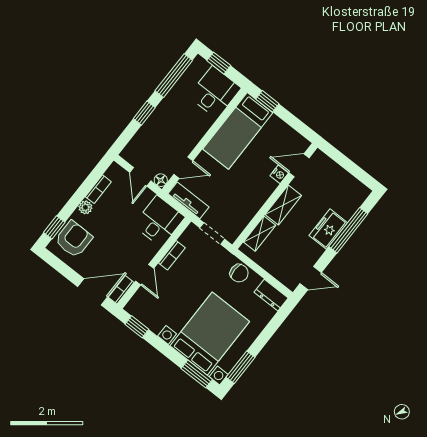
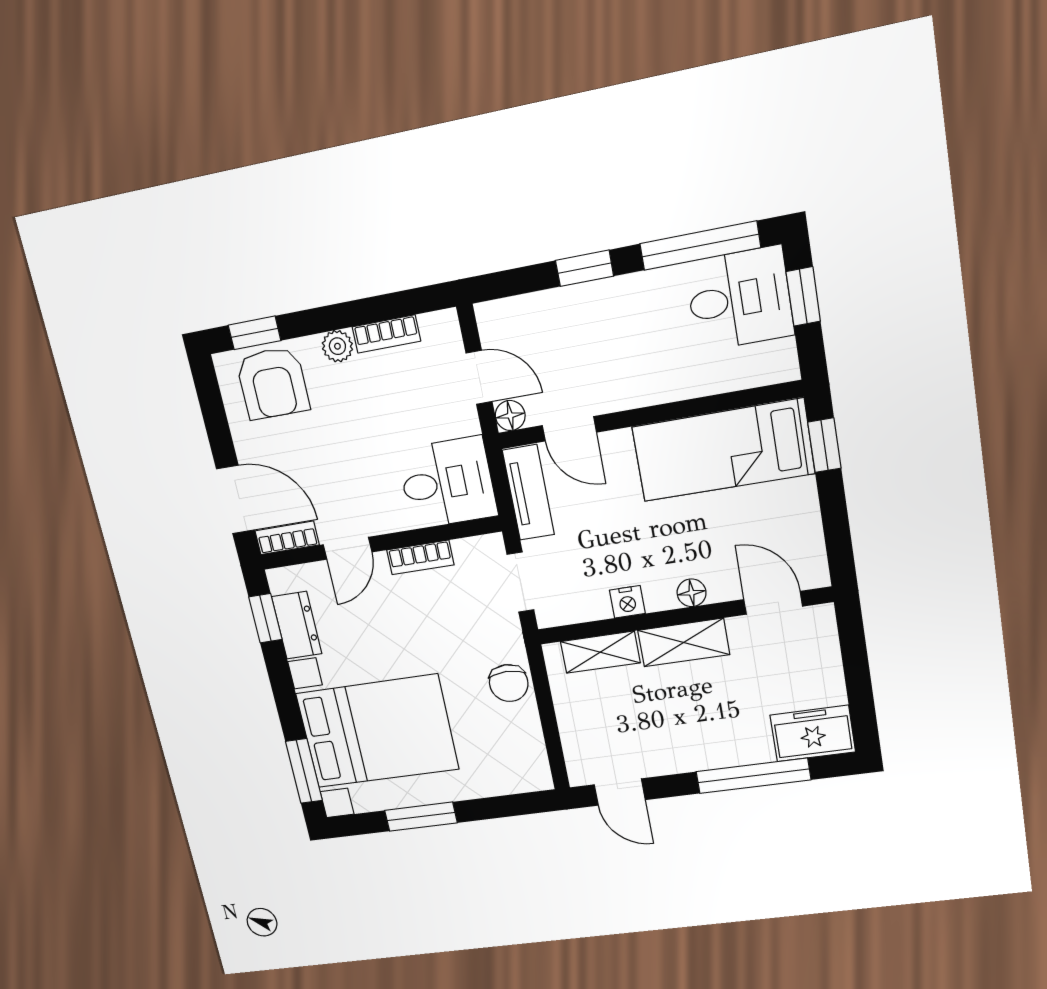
desk: (215, 92) -> (739, 299), moved
nightstand: (279, 174) -> (627, 602), moved
door: (140, 177) -> (479, 377), swing flipped
floor lamp: (270, 186) -> (692, 593), added
freezer: (328, 229) -> (813, 734), moved
armchair: (74, 239) -> (273, 383), turned 90
dresser: (271, 295) -> (297, 625), moved, turned 180
window: (240, 367) -> (421, 817), moved

